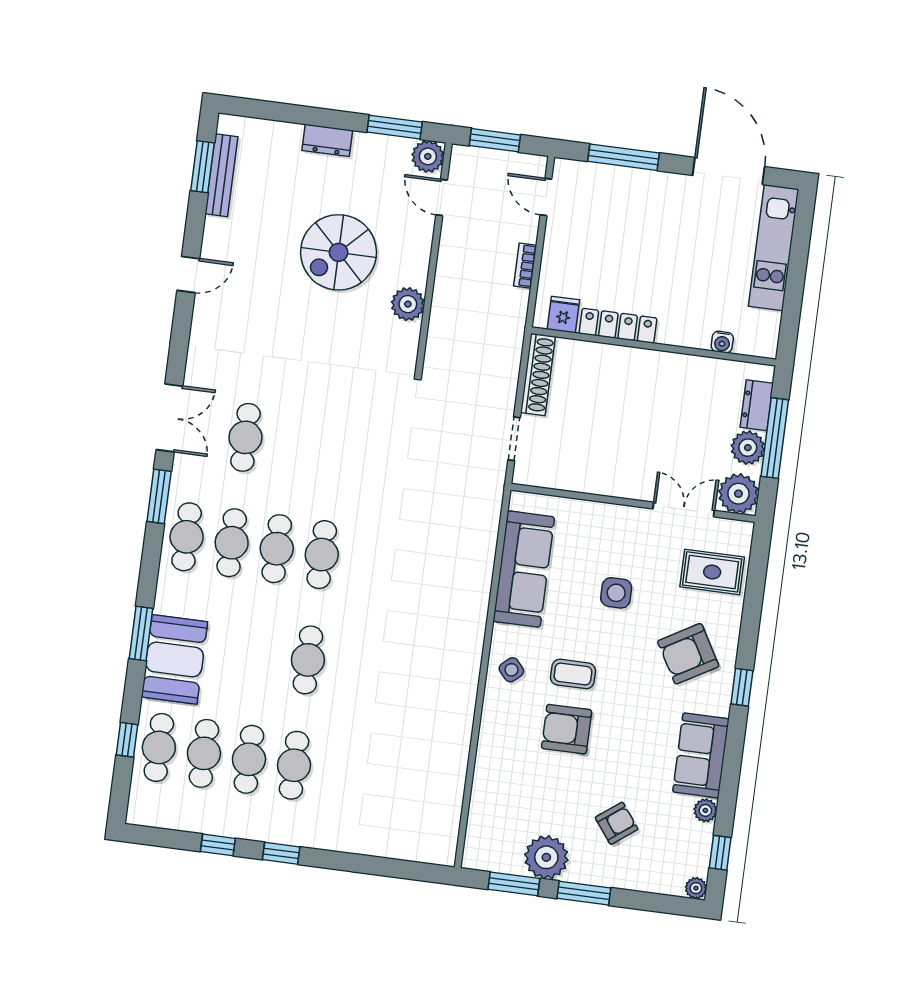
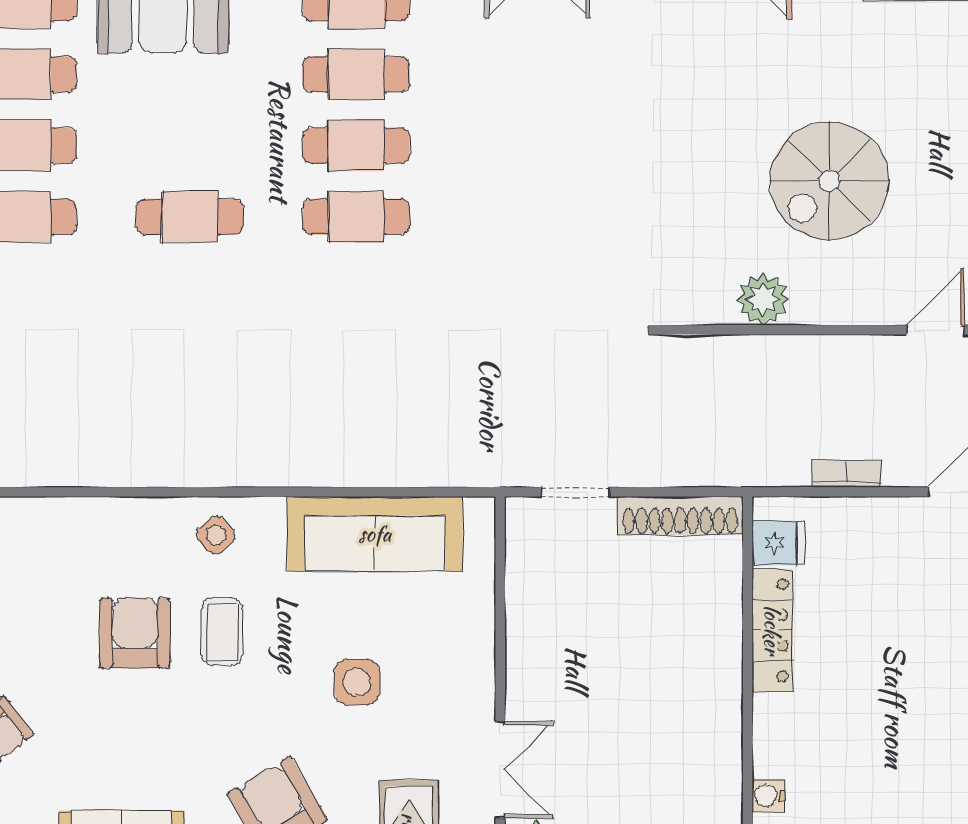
spiral stairs: (339, 252) -> (829, 181), turned -90
cafe table: (245, 437) -> (523, 74), removed

